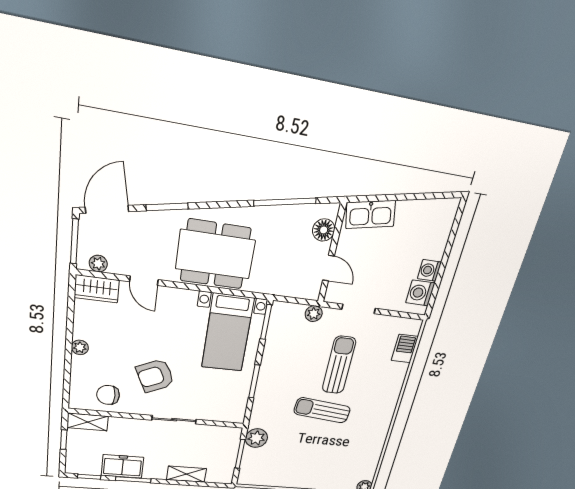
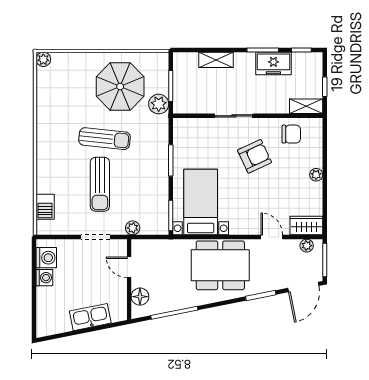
kitchen sink: (370, 214) -> (90, 317), moved
parasol: (294, 457) -> (120, 86), added

